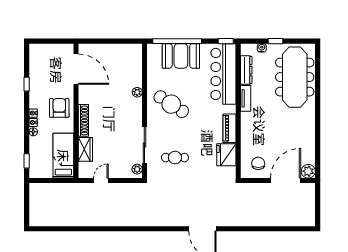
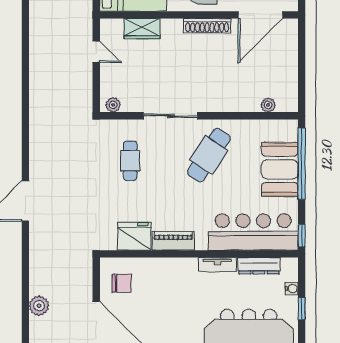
plant: (137, 92) -> (268, 105), moved
shoe rack: (83, 120) -> (207, 26), moved
sliding door: (144, 145) -> (171, 116), moved
plant: (273, 219) -> (39, 306), added

